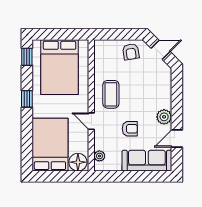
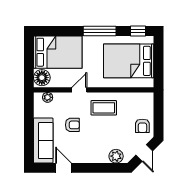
armchair: (131, 52) -> (142, 126), turned -81
window: (27, 99) -> (100, 31), width x2.17
plant: (164, 117) -> (116, 156), moved
armchair: (130, 129) -> (72, 125), turned -90

